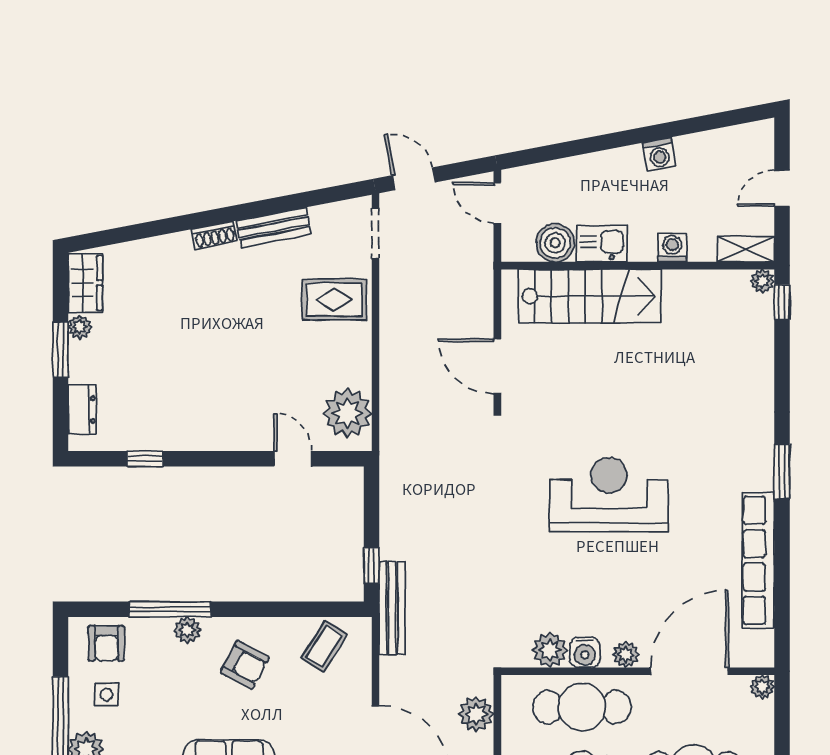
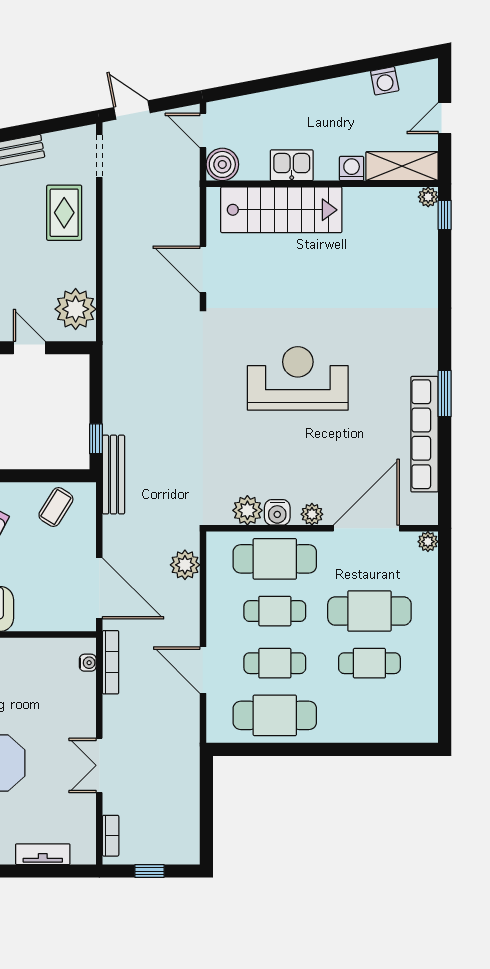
washing machine: (659, 154) -> (385, 81), moved
boiler: (555, 243) -> (222, 164), moved
shelving: (746, 249) -> (402, 166), width x1.50, depth x1.33
rug: (334, 300) -> (64, 213), turned 90
window: (782, 472) -> (445, 394), moved

